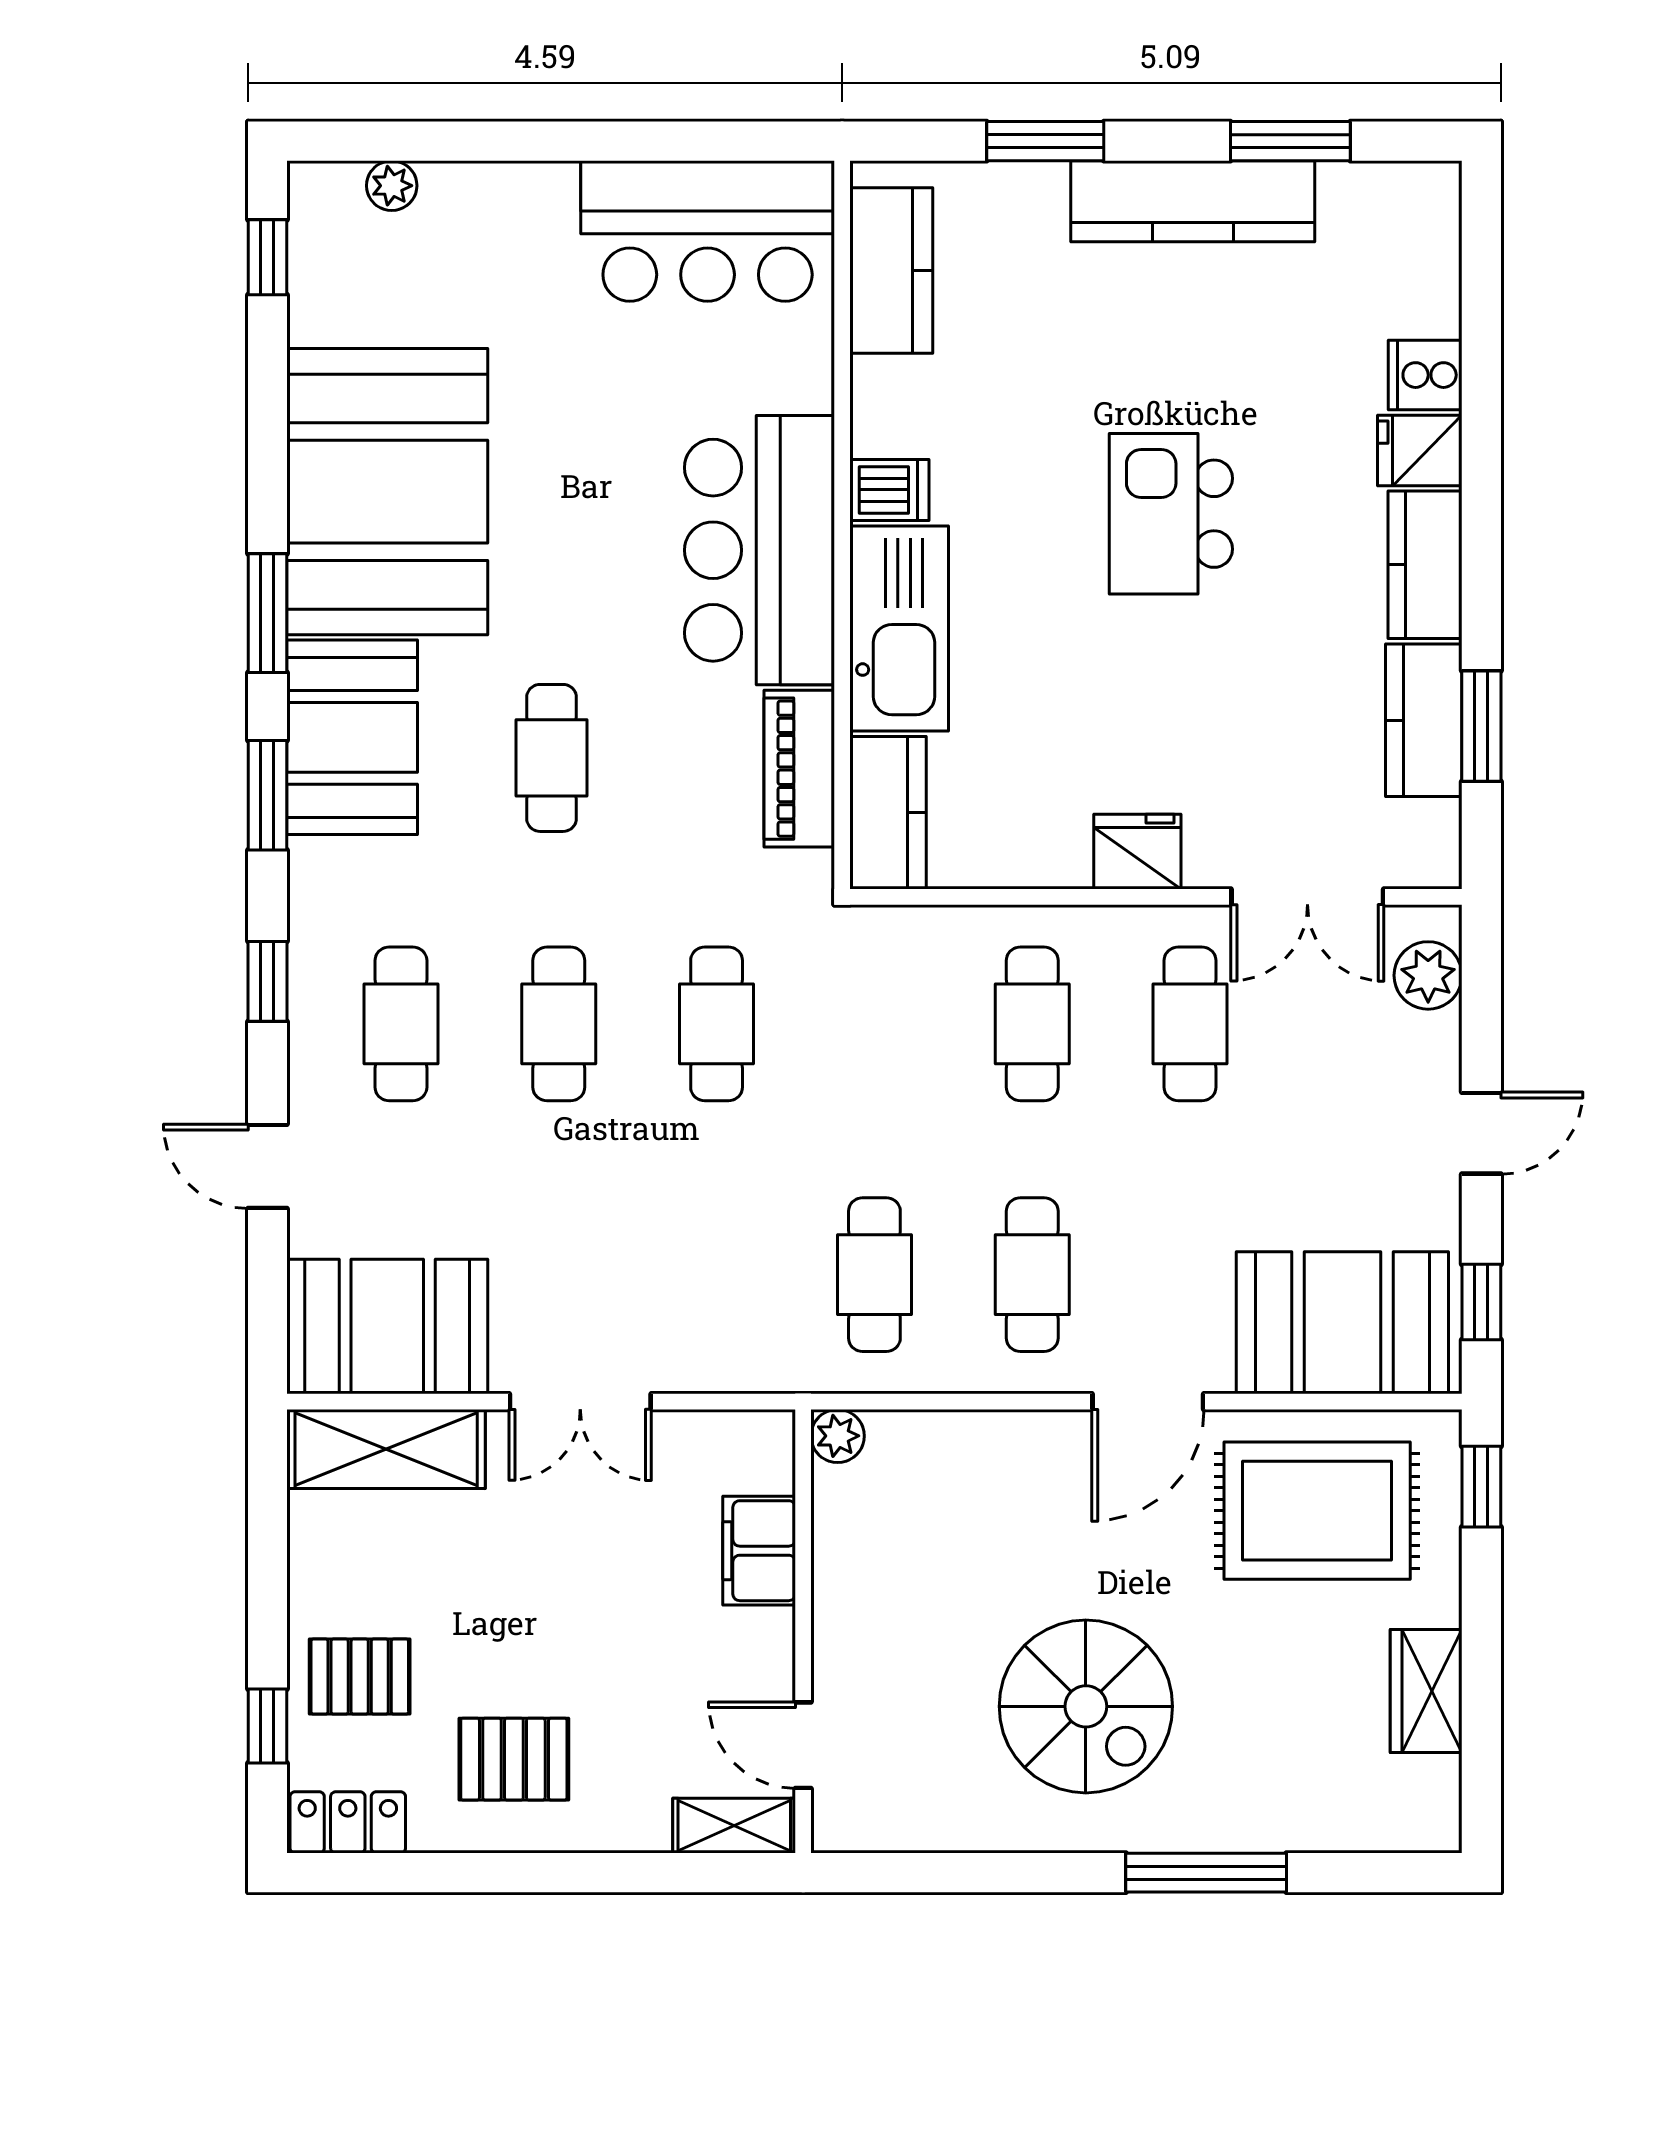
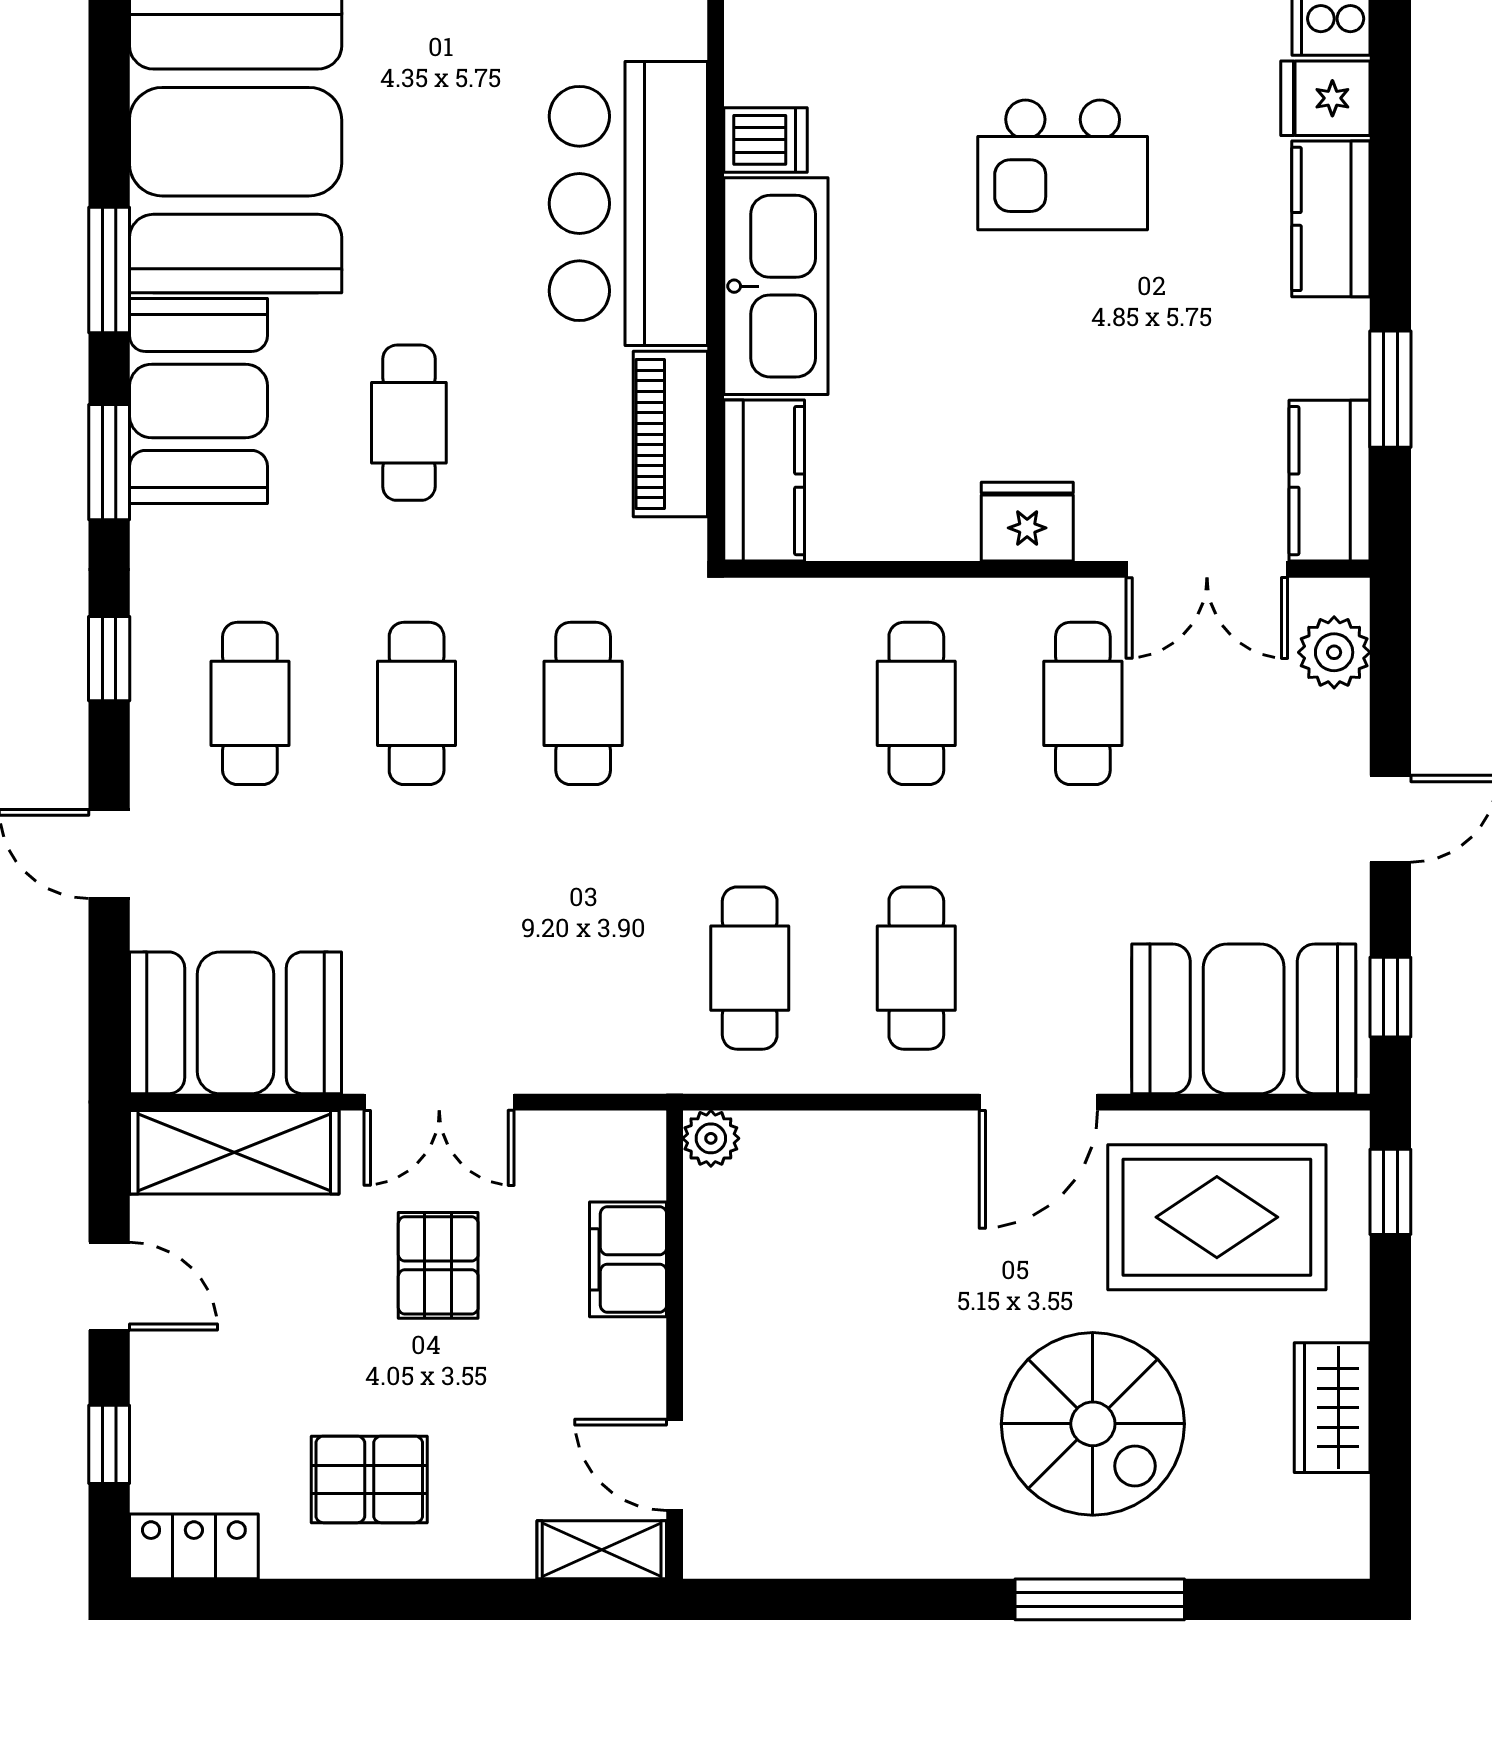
kitchen island: (1171, 514) -> (1063, 165), turned -90
kitchen counter: (1424, 720) -> (1330, 481), moved
door: (267, 1576) -> (109, 1286), added
pallet: (360, 1677) -> (438, 1265), moved, turned 90
spiral stairs: (1086, 1706) -> (1093, 1424), moved

